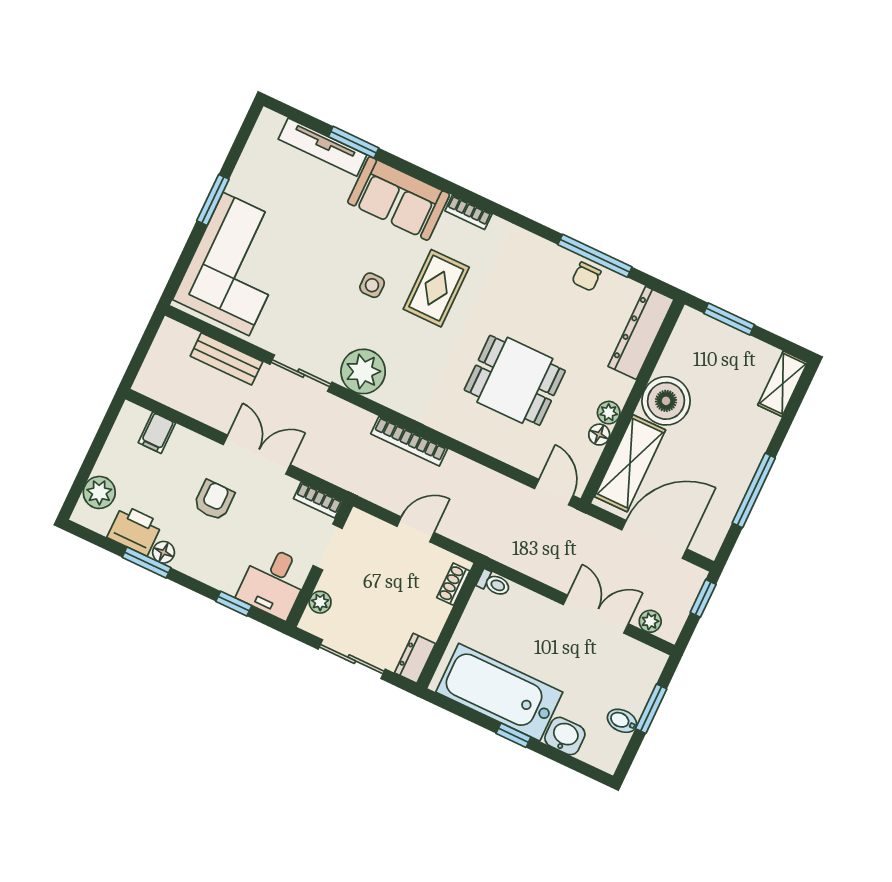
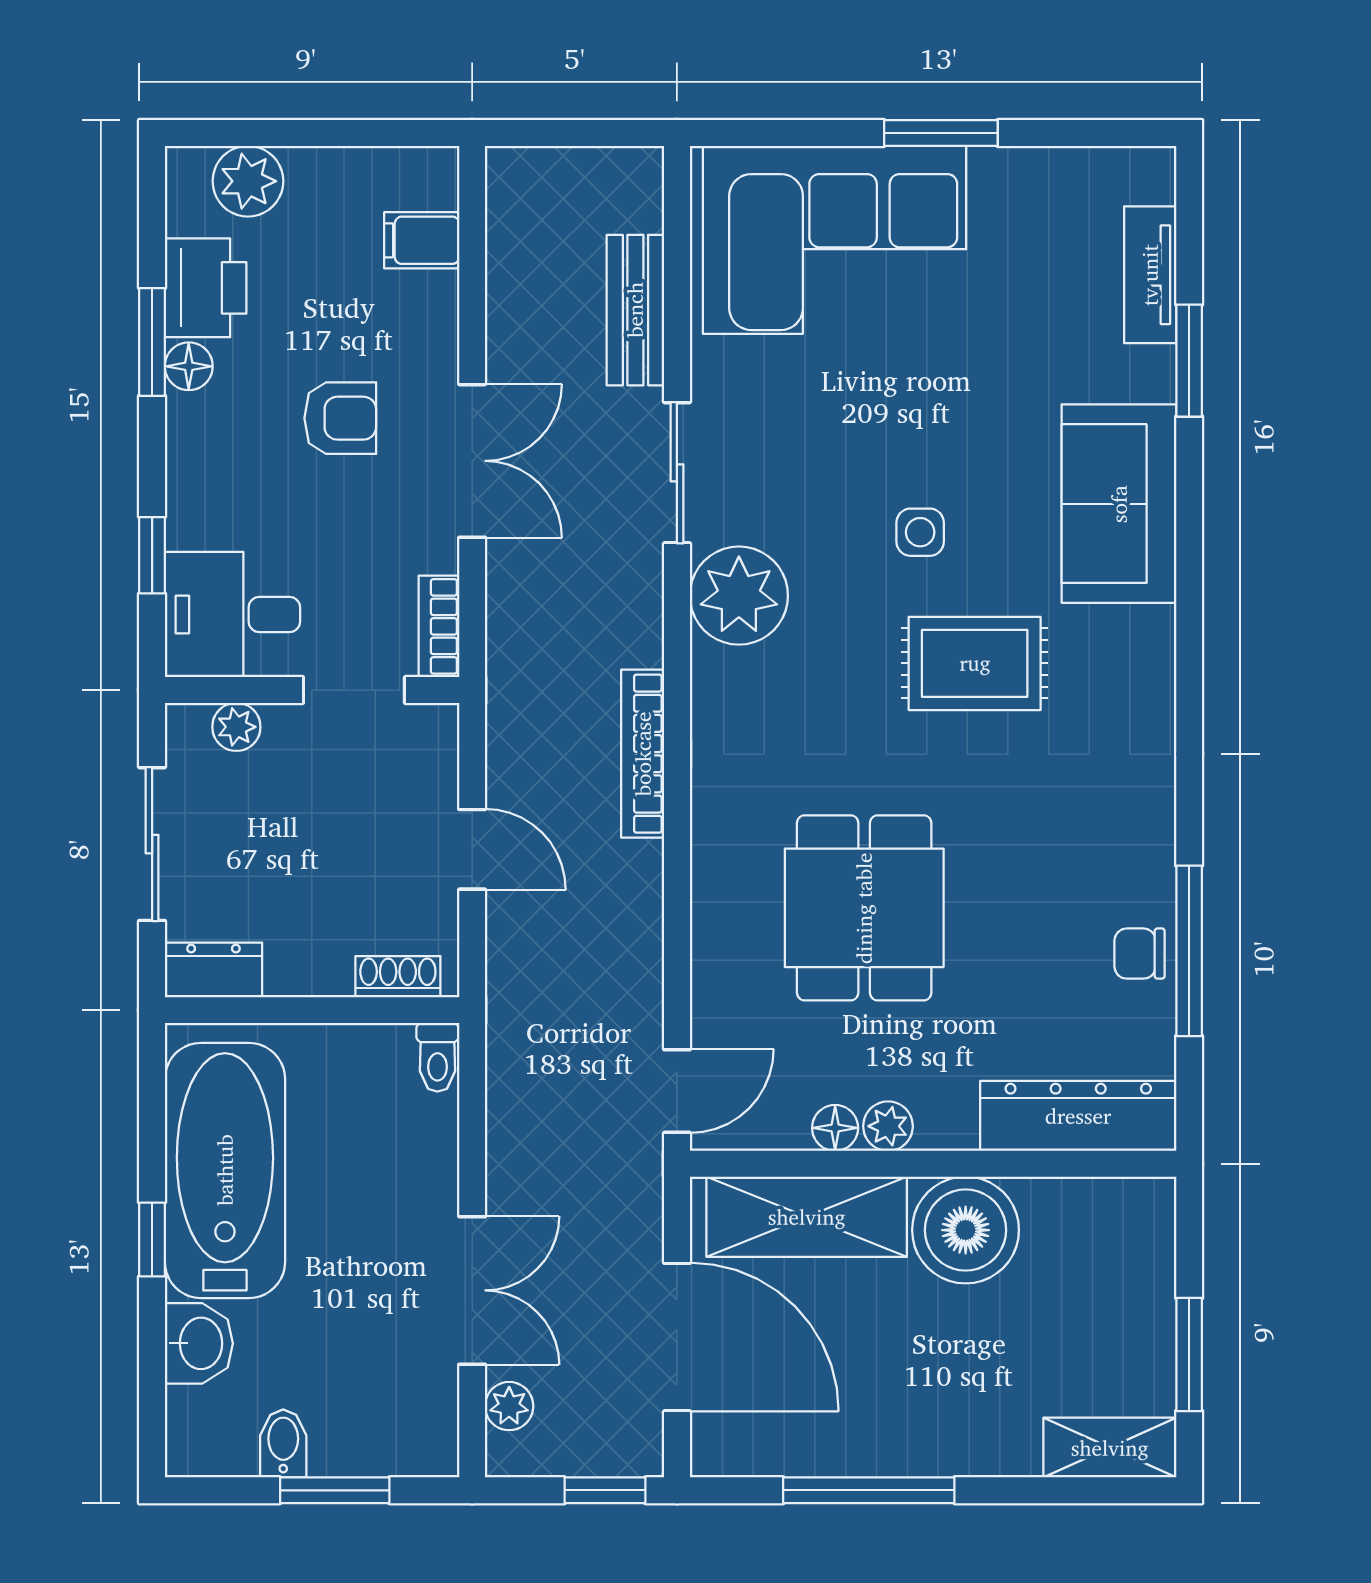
tv unit: (323, 147) -> (1150, 275), width x0.71
bookcase: (468, 212) -> (1157, 657), removed
window: (729, 319) -> (1189, 1355), moved

